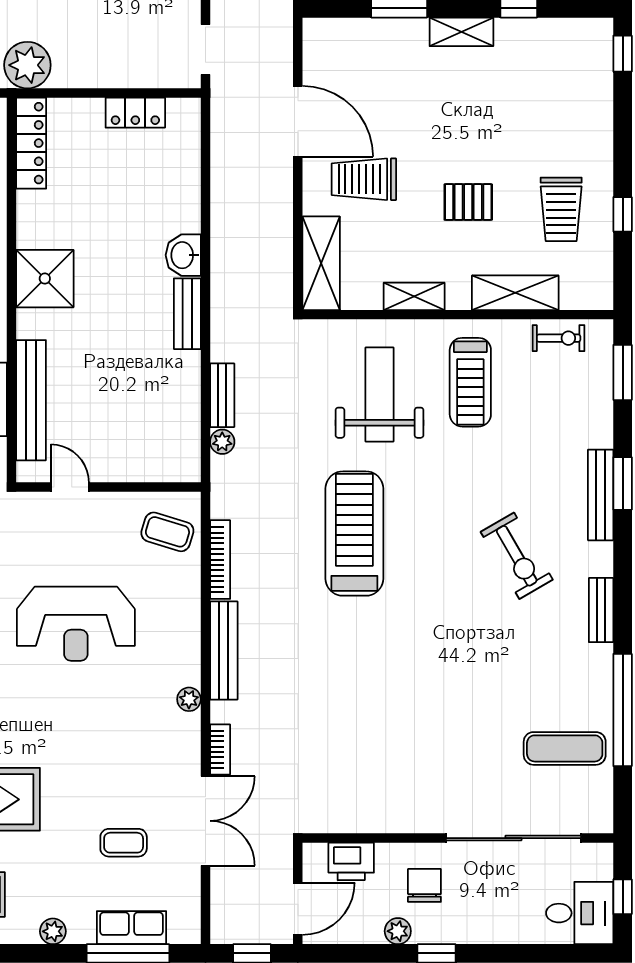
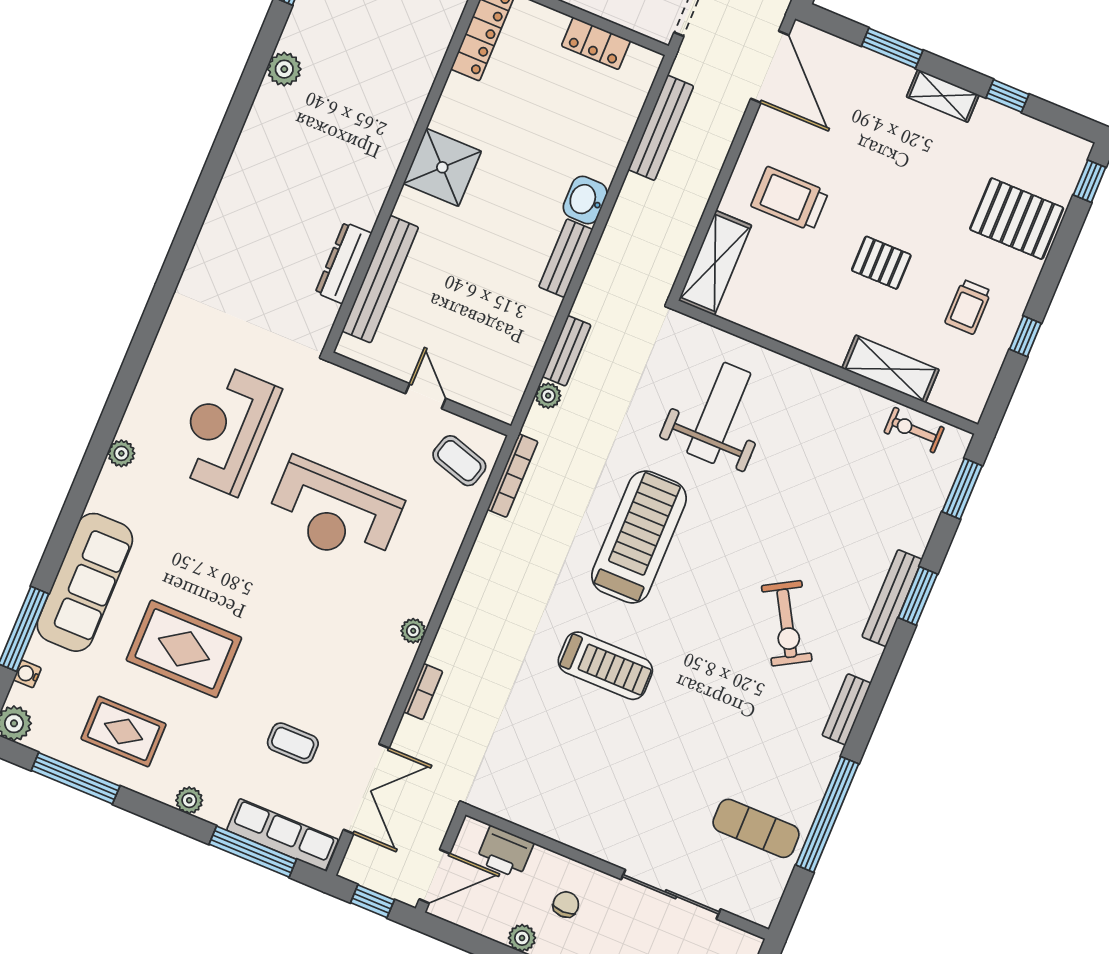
pallet: (572, 113) -> (1017, 219), added
door: (298, 121) -> (770, 67), moved
trolley: (561, 209) -> (968, 307), width x0.73, depth x0.72
shelving: (414, 296) -> (791, 332), removed
exercise bike: (559, 338) -> (914, 430), turned 180
treadmill: (470, 382) -> (605, 666), moved, turned -90
door: (70, 487) -> (426, 396), moved
bookcase: (220, 560) -> (513, 476), moved
bench: (224, 650) -> (661, 128), moved
double door: (205, 821) -> (366, 789), moved
sliding door: (513, 838) -> (671, 894), width x0.73
chair: (424, 885) -> (566, 905), width x0.73, depth x0.73
row of seats: (132, 928) -> (283, 835), width x1.48

